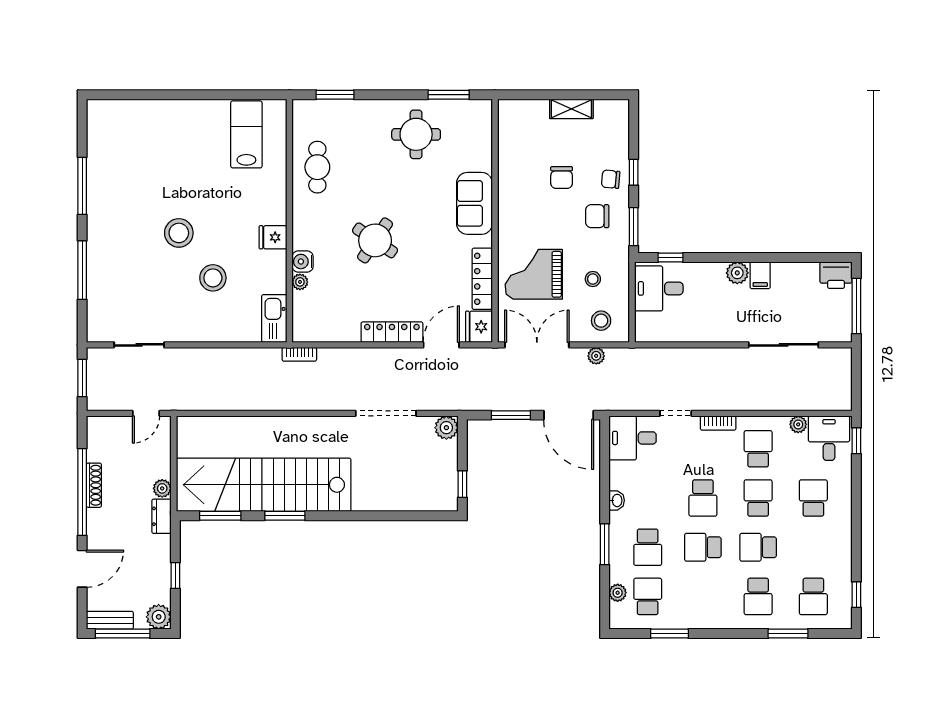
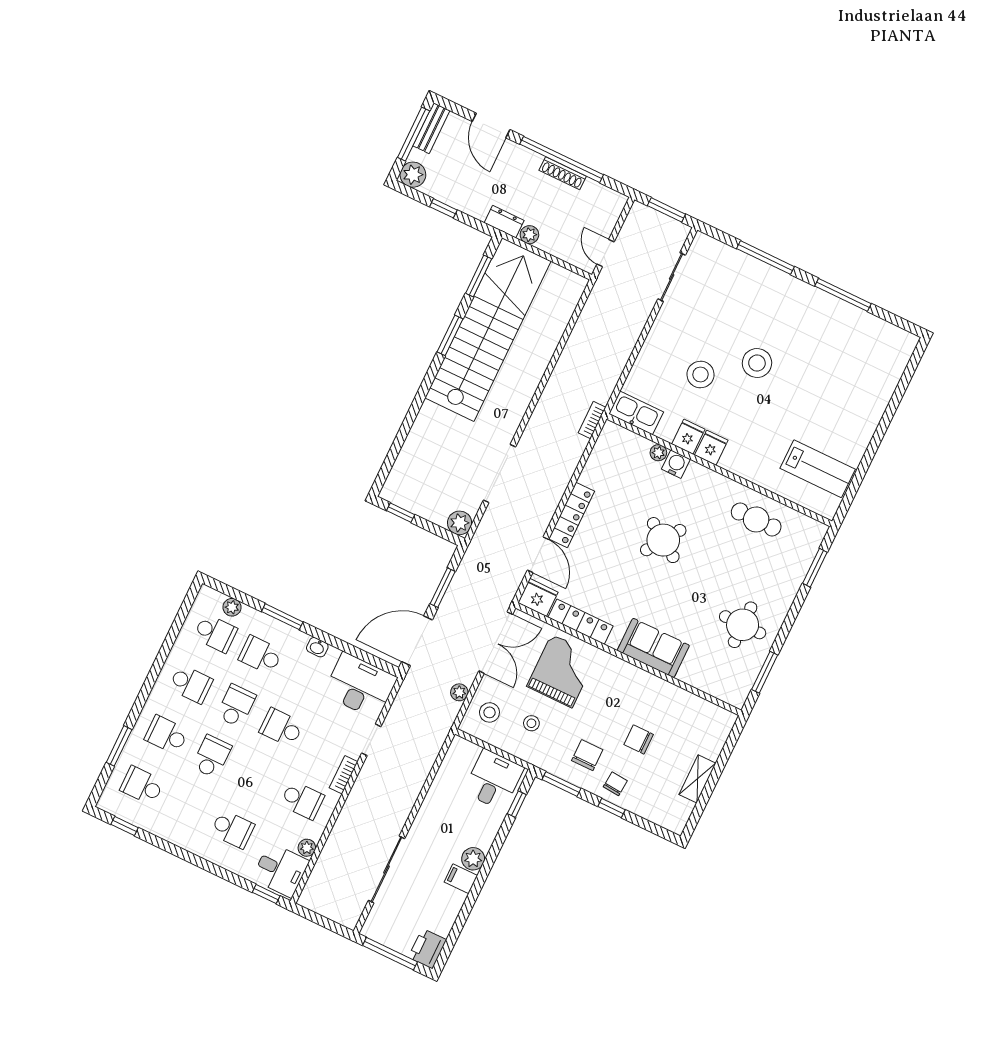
fridge: (273, 262) -> (688, 437), added
desk: (633, 438) -> (360, 686), width x1.37
school desk: (758, 498) -> (191, 684), moved
window: (669, 634) -> (172, 637), removed

